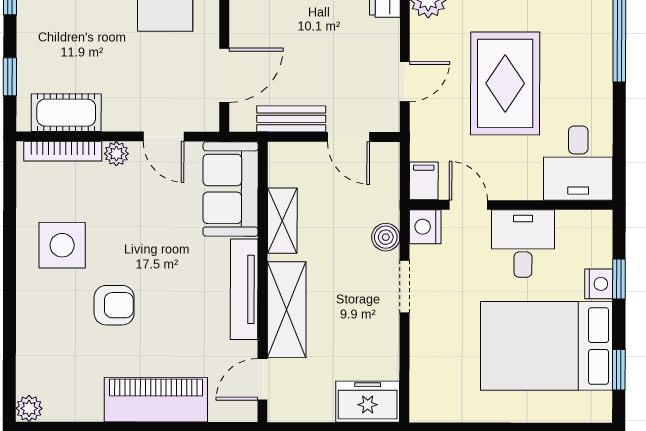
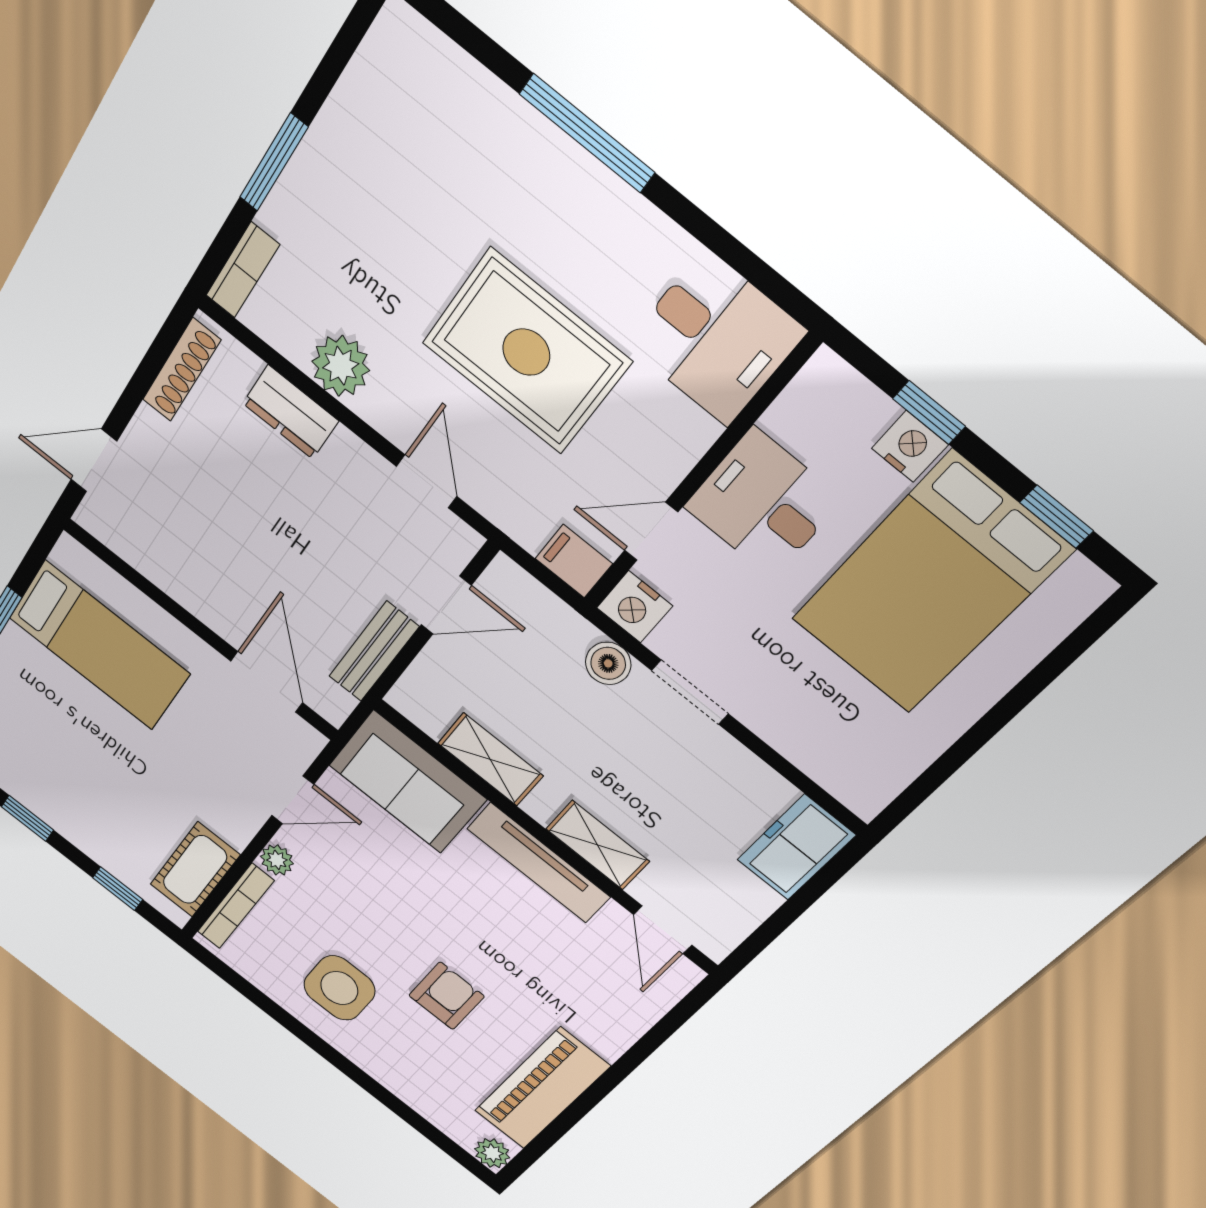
shelving: (287, 310) -> (598, 845), width x0.67, depth x0.75
piano: (156, 400) -> (542, 1089), moved

